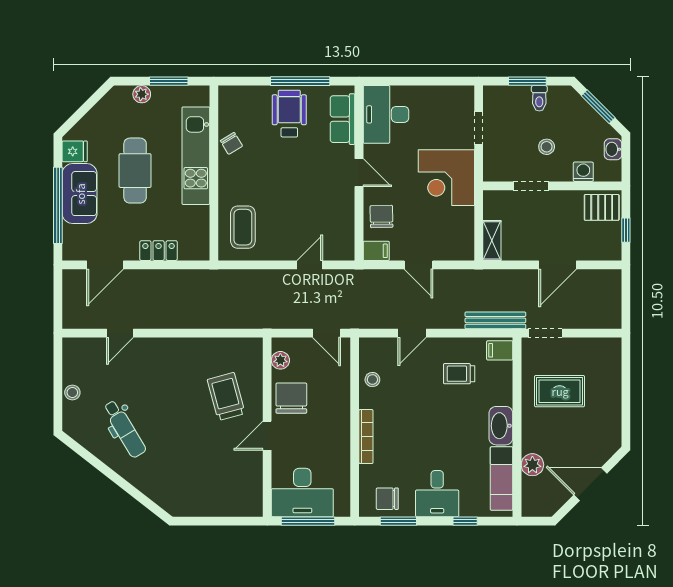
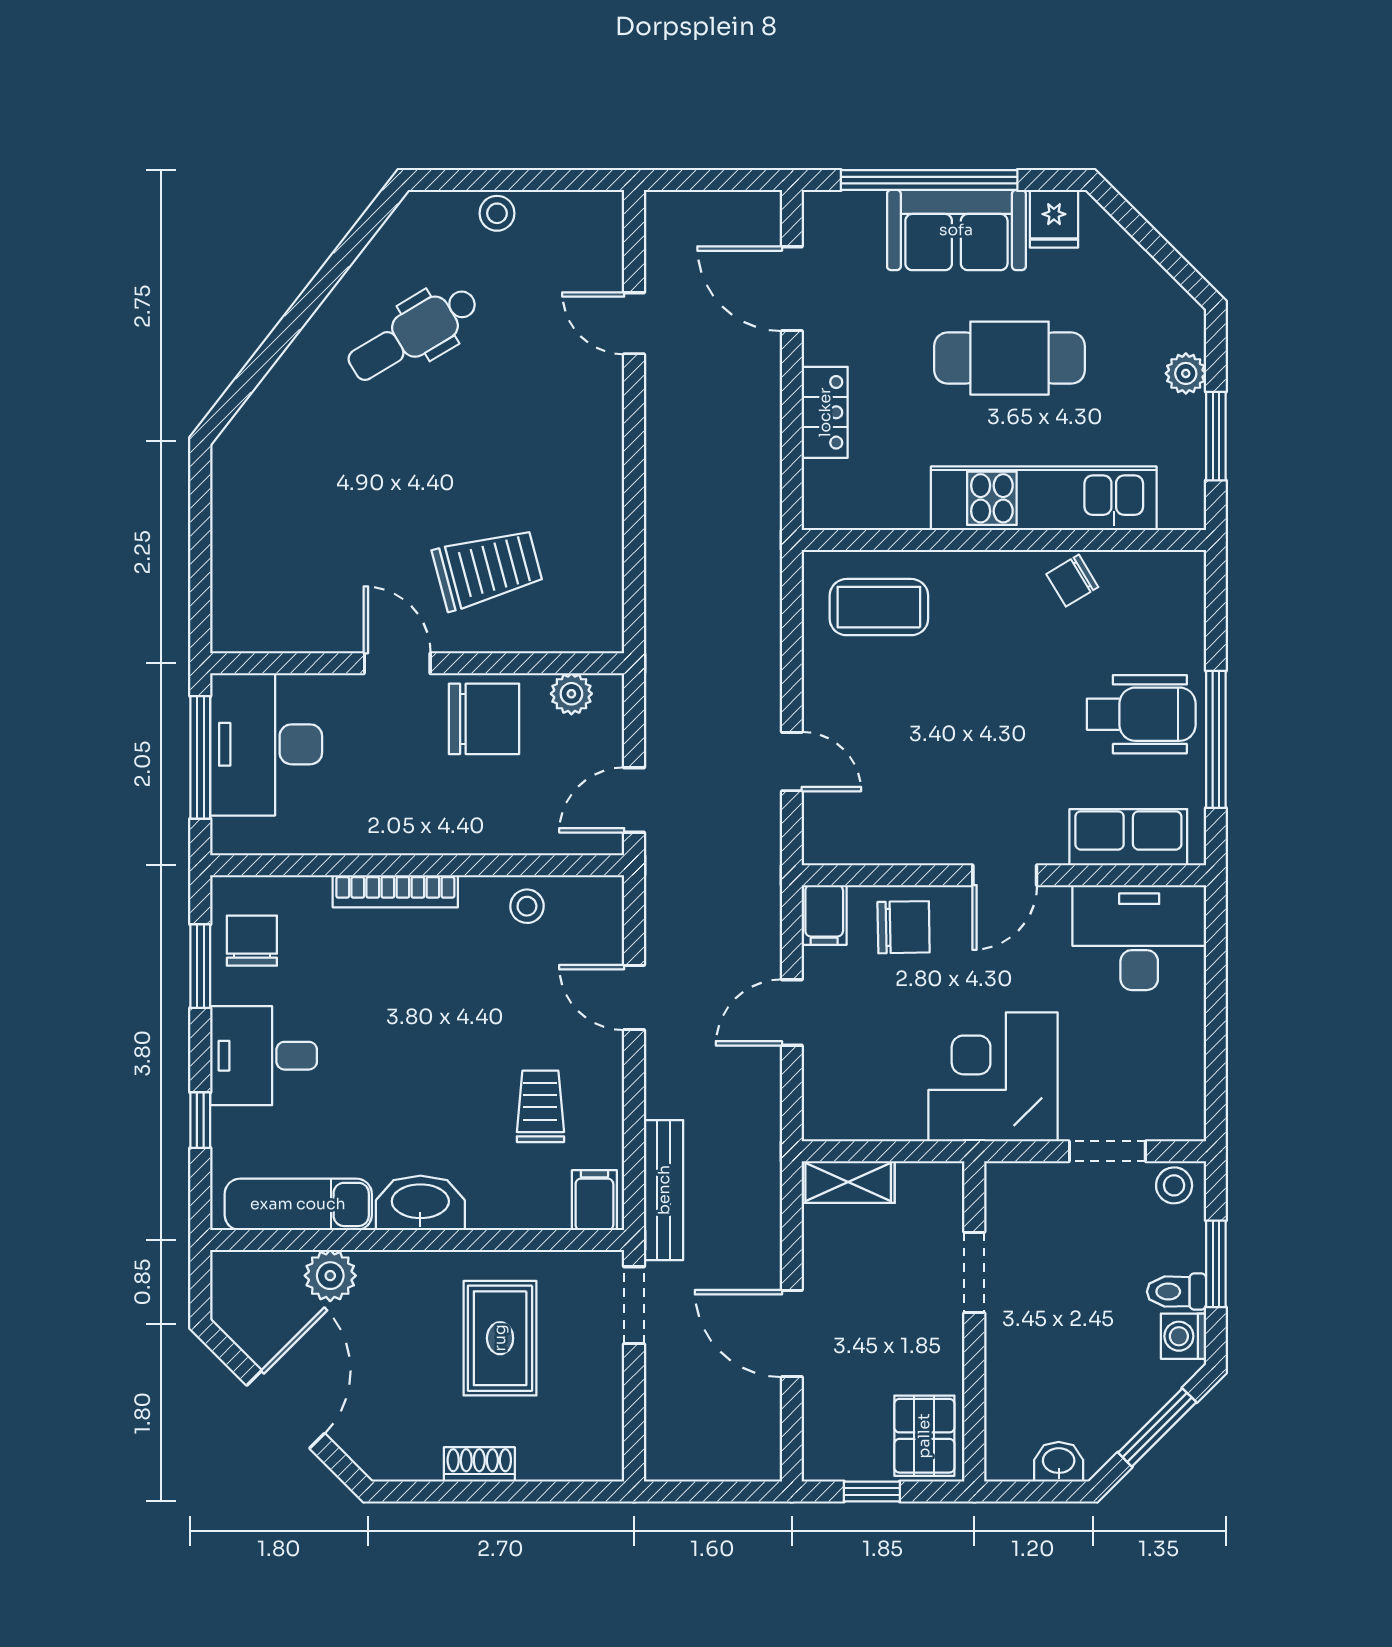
stool: (547, 147) -> (1174, 1185), moved
washing machine: (583, 172) -> (1183, 1336), moved, turned 180
shoe rack: (614, 400) -> (479, 1464), added

